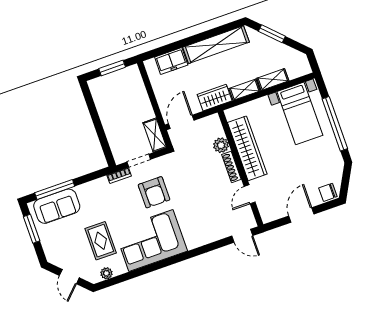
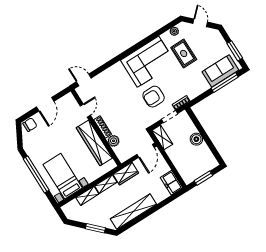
freezer: (171, 61) -> (172, 183), moved, turned -90
boiler: (110, 122) -> (196, 139), added
armchair: (154, 192) -> (154, 97), turned -90

